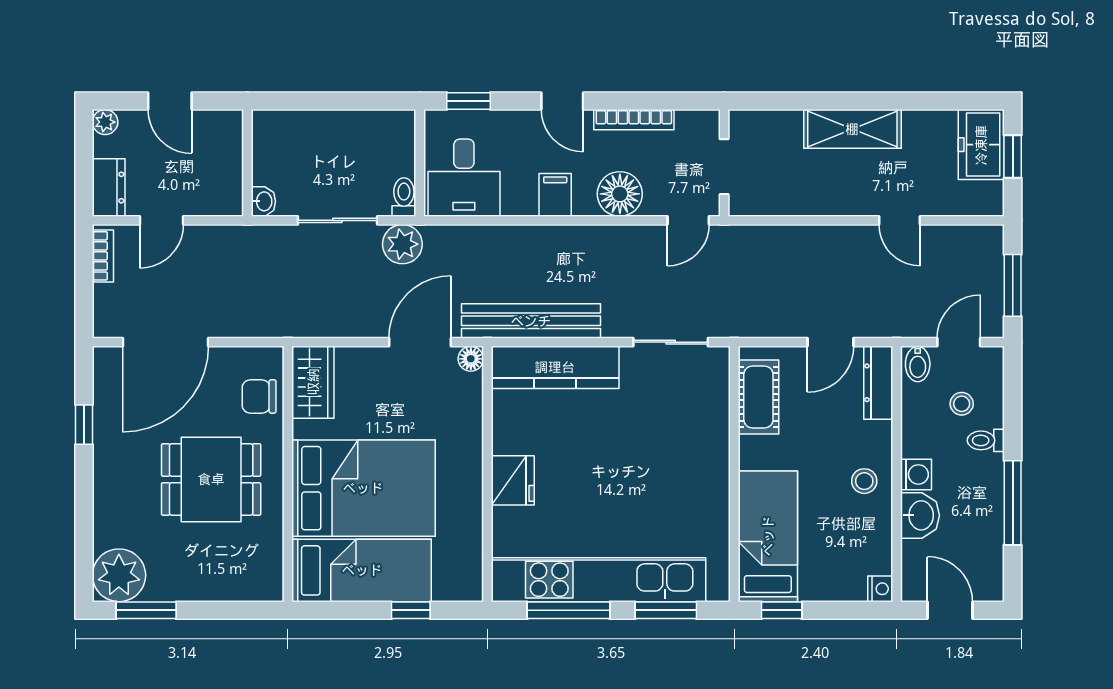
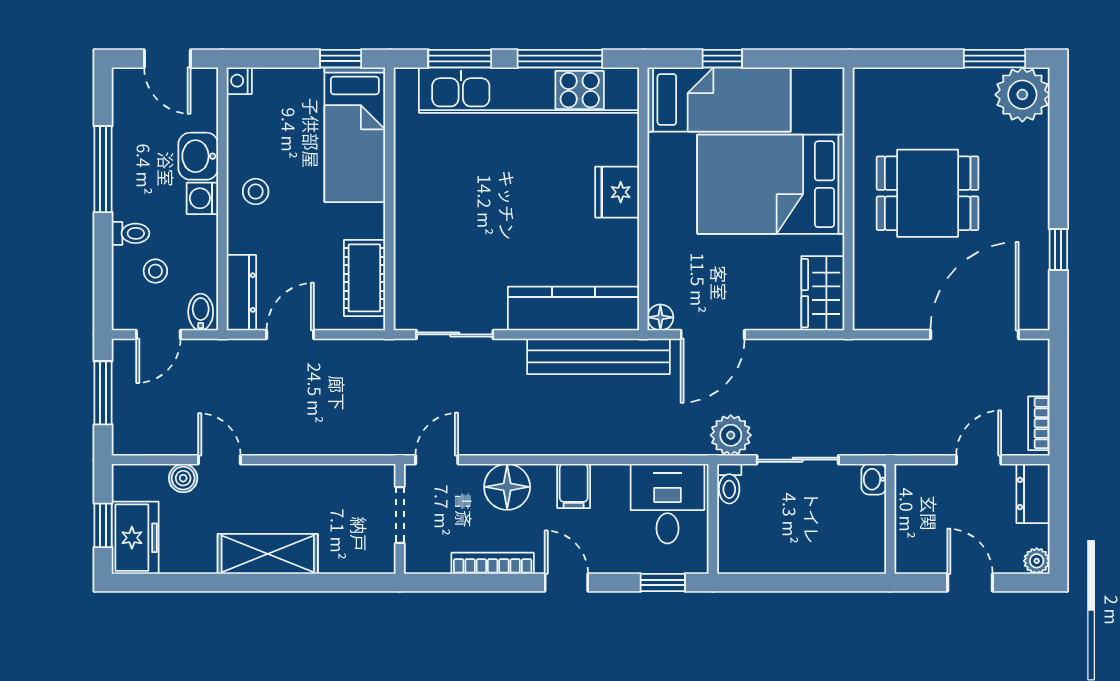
boiler: (935, 202) -> (183, 478), added
chair: (259, 396) -> (878, 279), removed
bed: (362, 570) -> (719, 100), moved, turned 180

